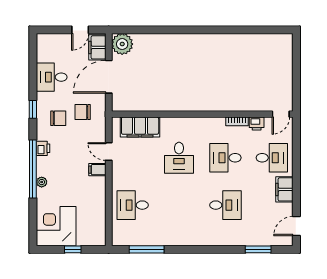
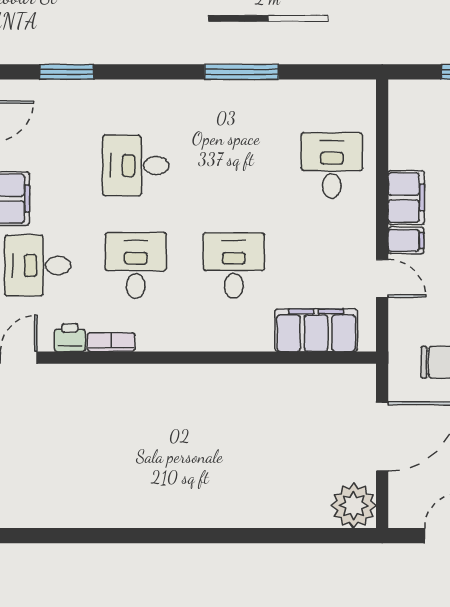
filing cabinet: (97, 47) -> (406, 198), moved
desk: (225, 158) -> (136, 265), turned -90
desk: (133, 205) -> (332, 165), turned -90
window: (147, 249) -> (242, 72), moved

